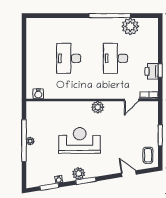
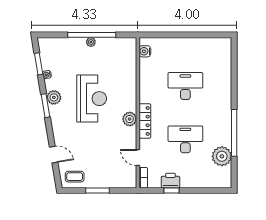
locker: (99, 94) -> (145, 121), added
door: (129, 174) -> (54, 155), hinge flipped

